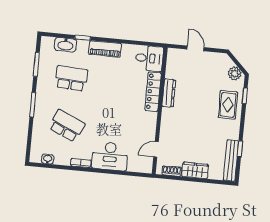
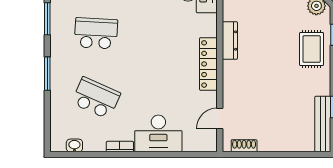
locker: (153, 92) -> (208, 64), moved
wardrobe: (195, 170) -> (275, 142), removed

